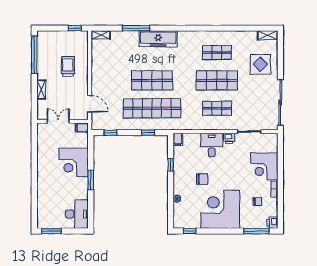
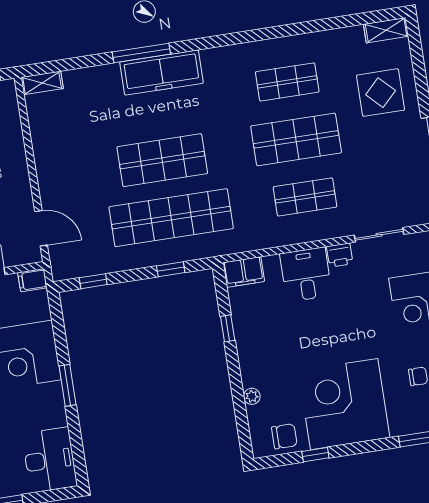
window: (136, 28) -> (141, 53), moved
filing cabinet: (178, 139) -> (244, 272), width x2.00
chair: (202, 179) -> (284, 436), moved
window: (190, 231) -> (315, 455), moved

